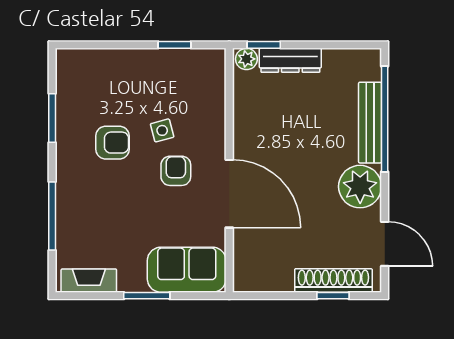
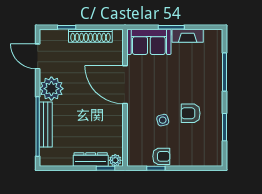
armchair: (176, 171) -> (161, 156), moved, turned -90
shoe rack: (333, 280) -> (90, 36), moved
fireplace: (89, 281) -> (188, 36), moved

